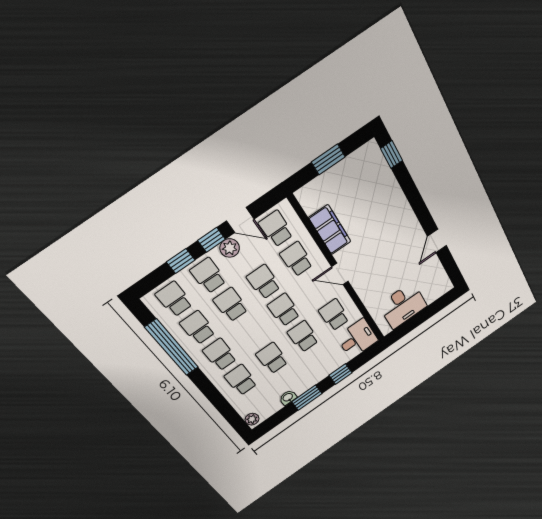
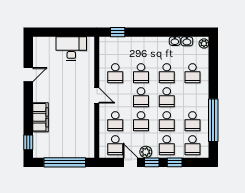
window: (328, 159) -> (65, 162), width x2.11
filing cabinet: (330, 230) -> (40, 117), moved, turned 180
desk: (357, 339) -> (111, 48), removed
school desk: (220, 355) -> (167, 97), moved
window: (341, 374) -> (118, 32), moved
window: (307, 398) -> (164, 32), removed
washbasin: (274, 407) -> (187, 41), added

